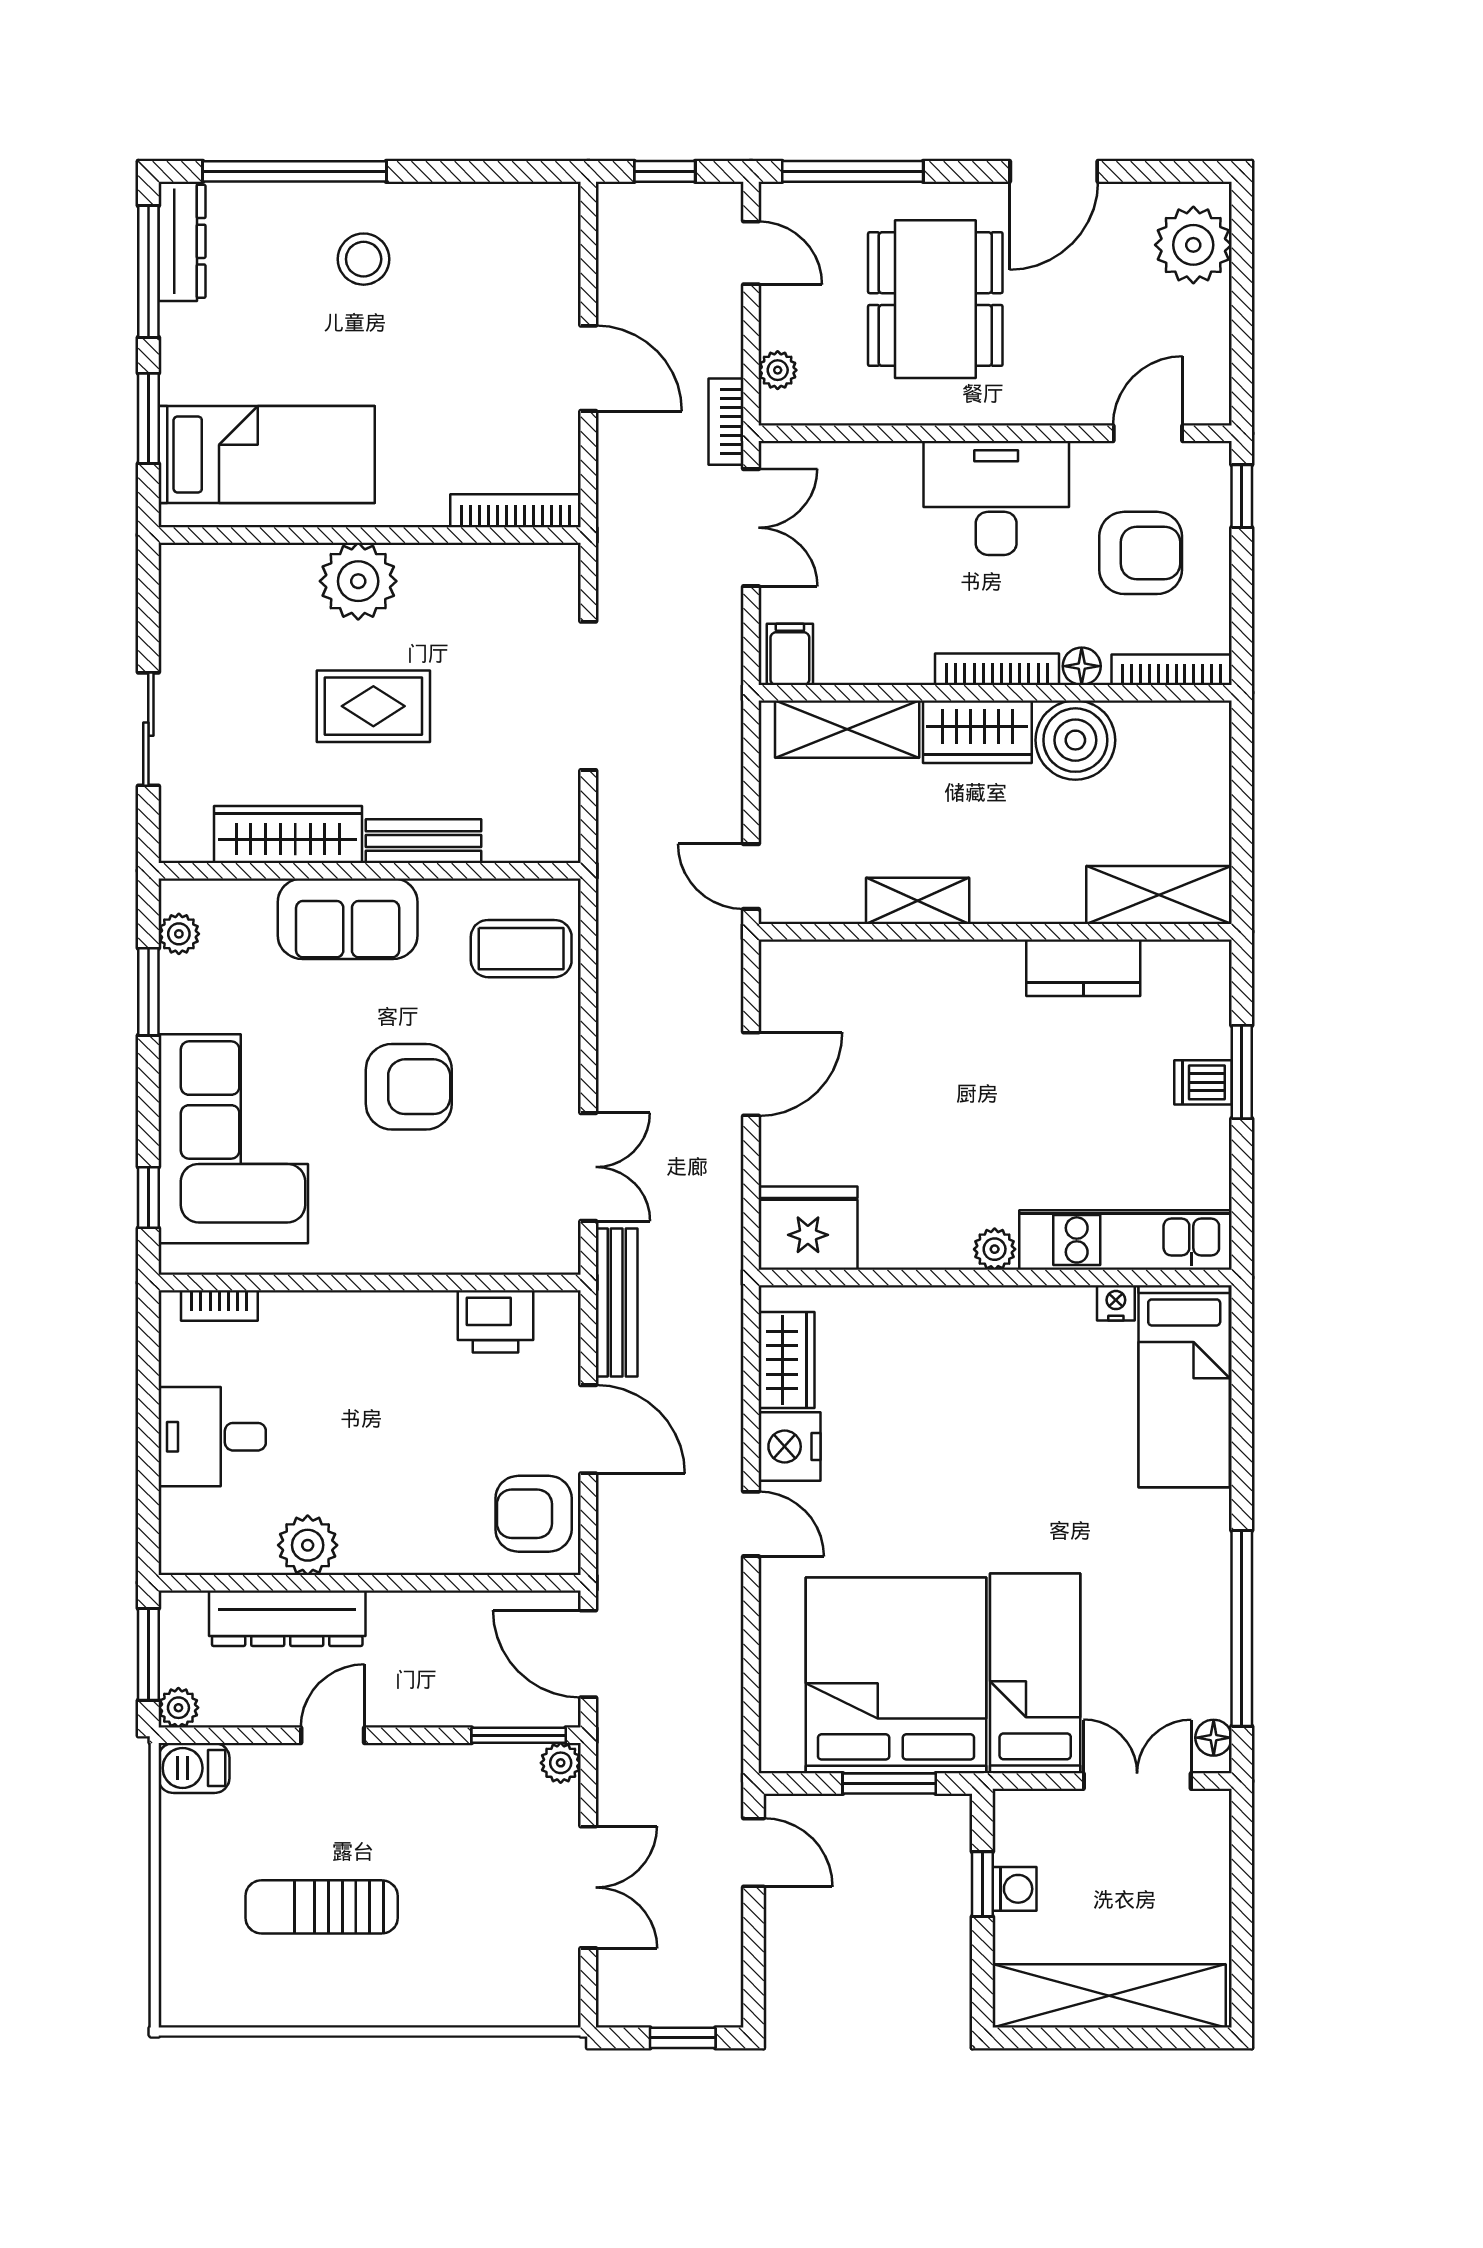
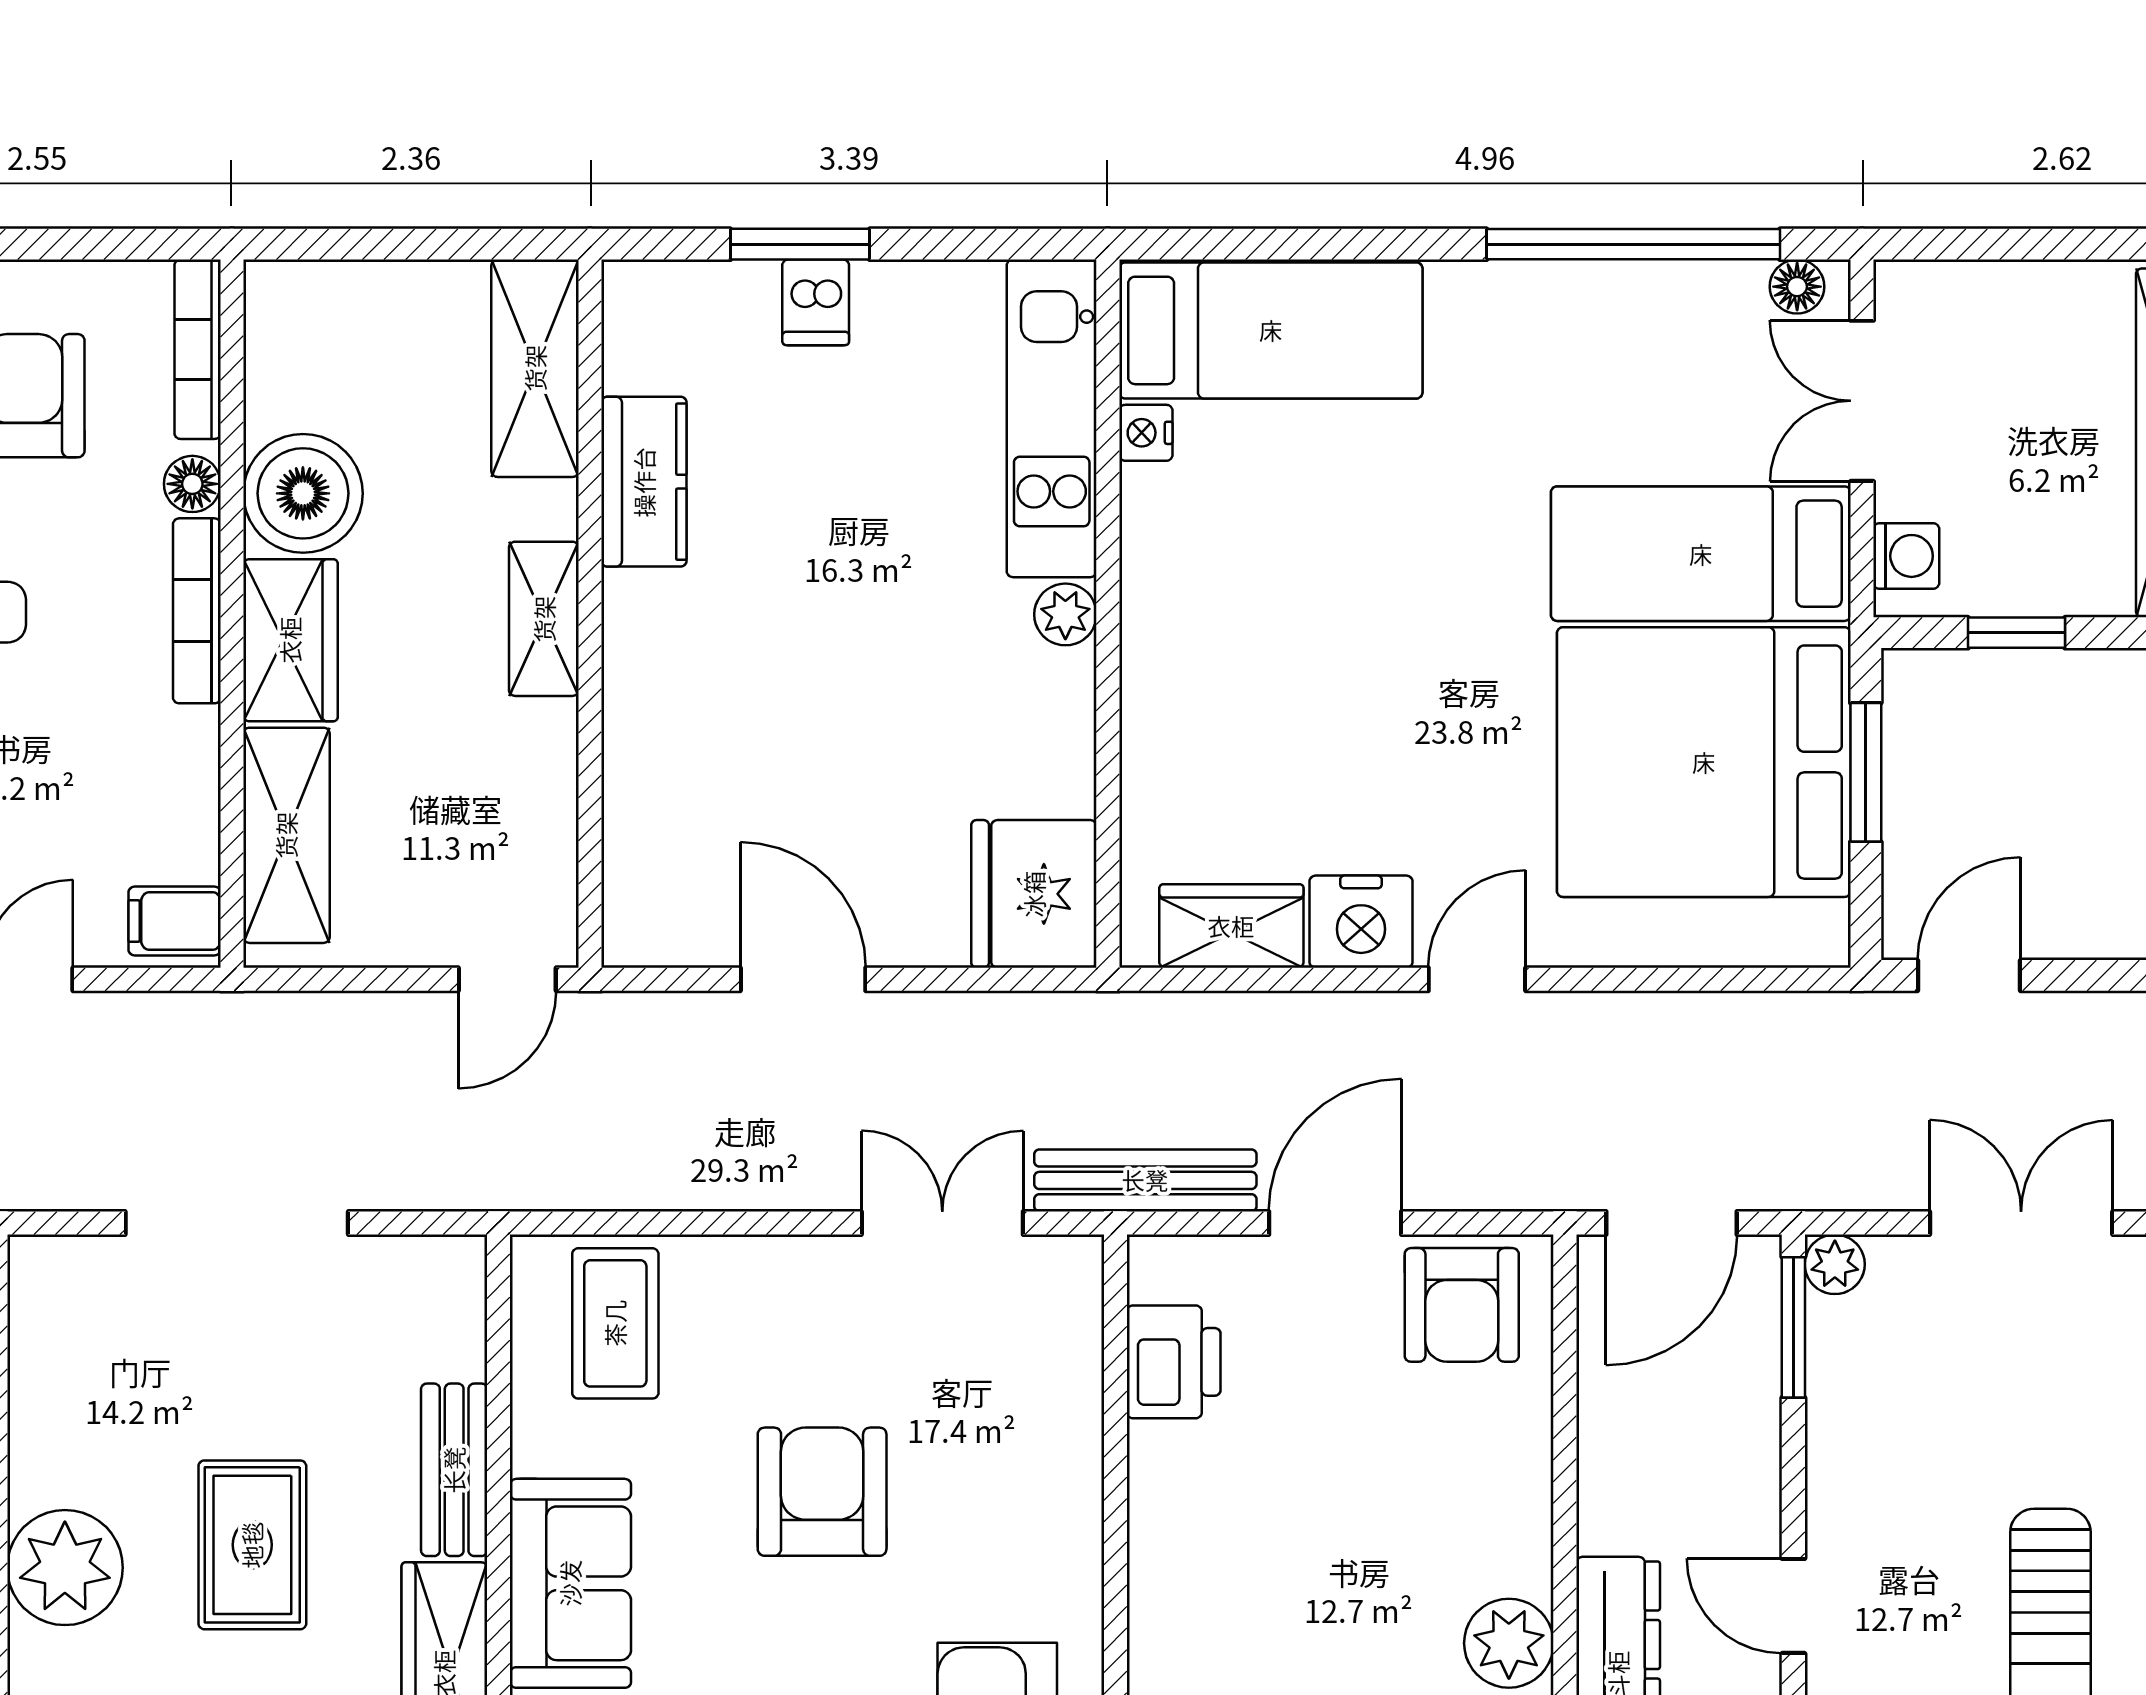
shelving: (918, 901) -> (544, 619), moved
washing machine: (1015, 1889) -> (1906, 556), moved, turned 90

